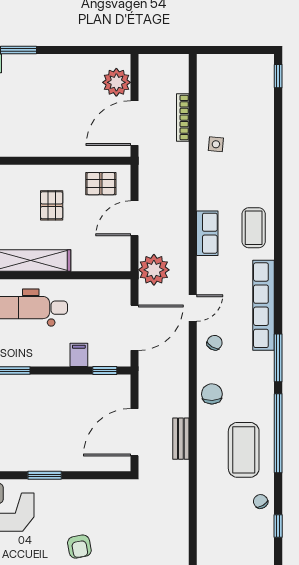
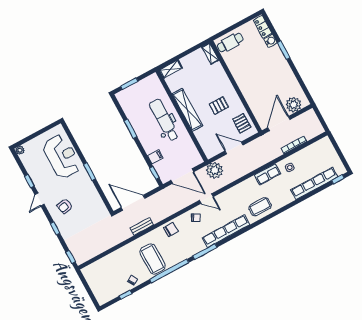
row of seats: (264, 118) -> (314, 183), added
door: (134, 123) -> (279, 124), hinge flipped
row of seats: (207, 233) -> (267, 174), moved
coffee table: (244, 450) -> (153, 259), turned 90

